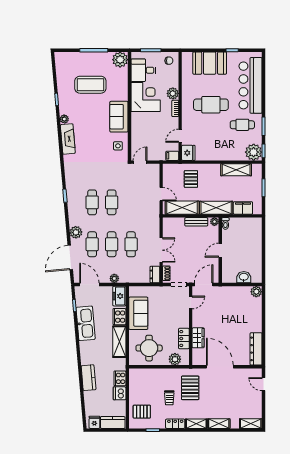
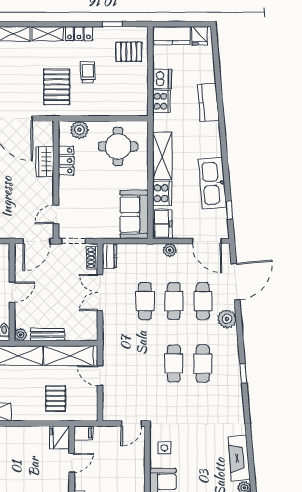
sofa: (138, 313) -> (134, 215), moved

